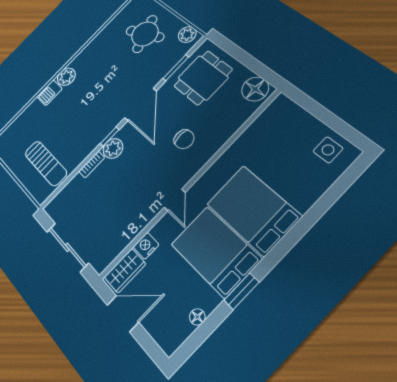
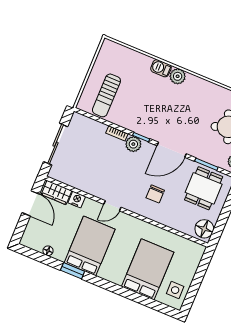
dining table: (203, 78) -> (204, 188), turned 90
bed: (253, 210) -> (148, 269), moved

